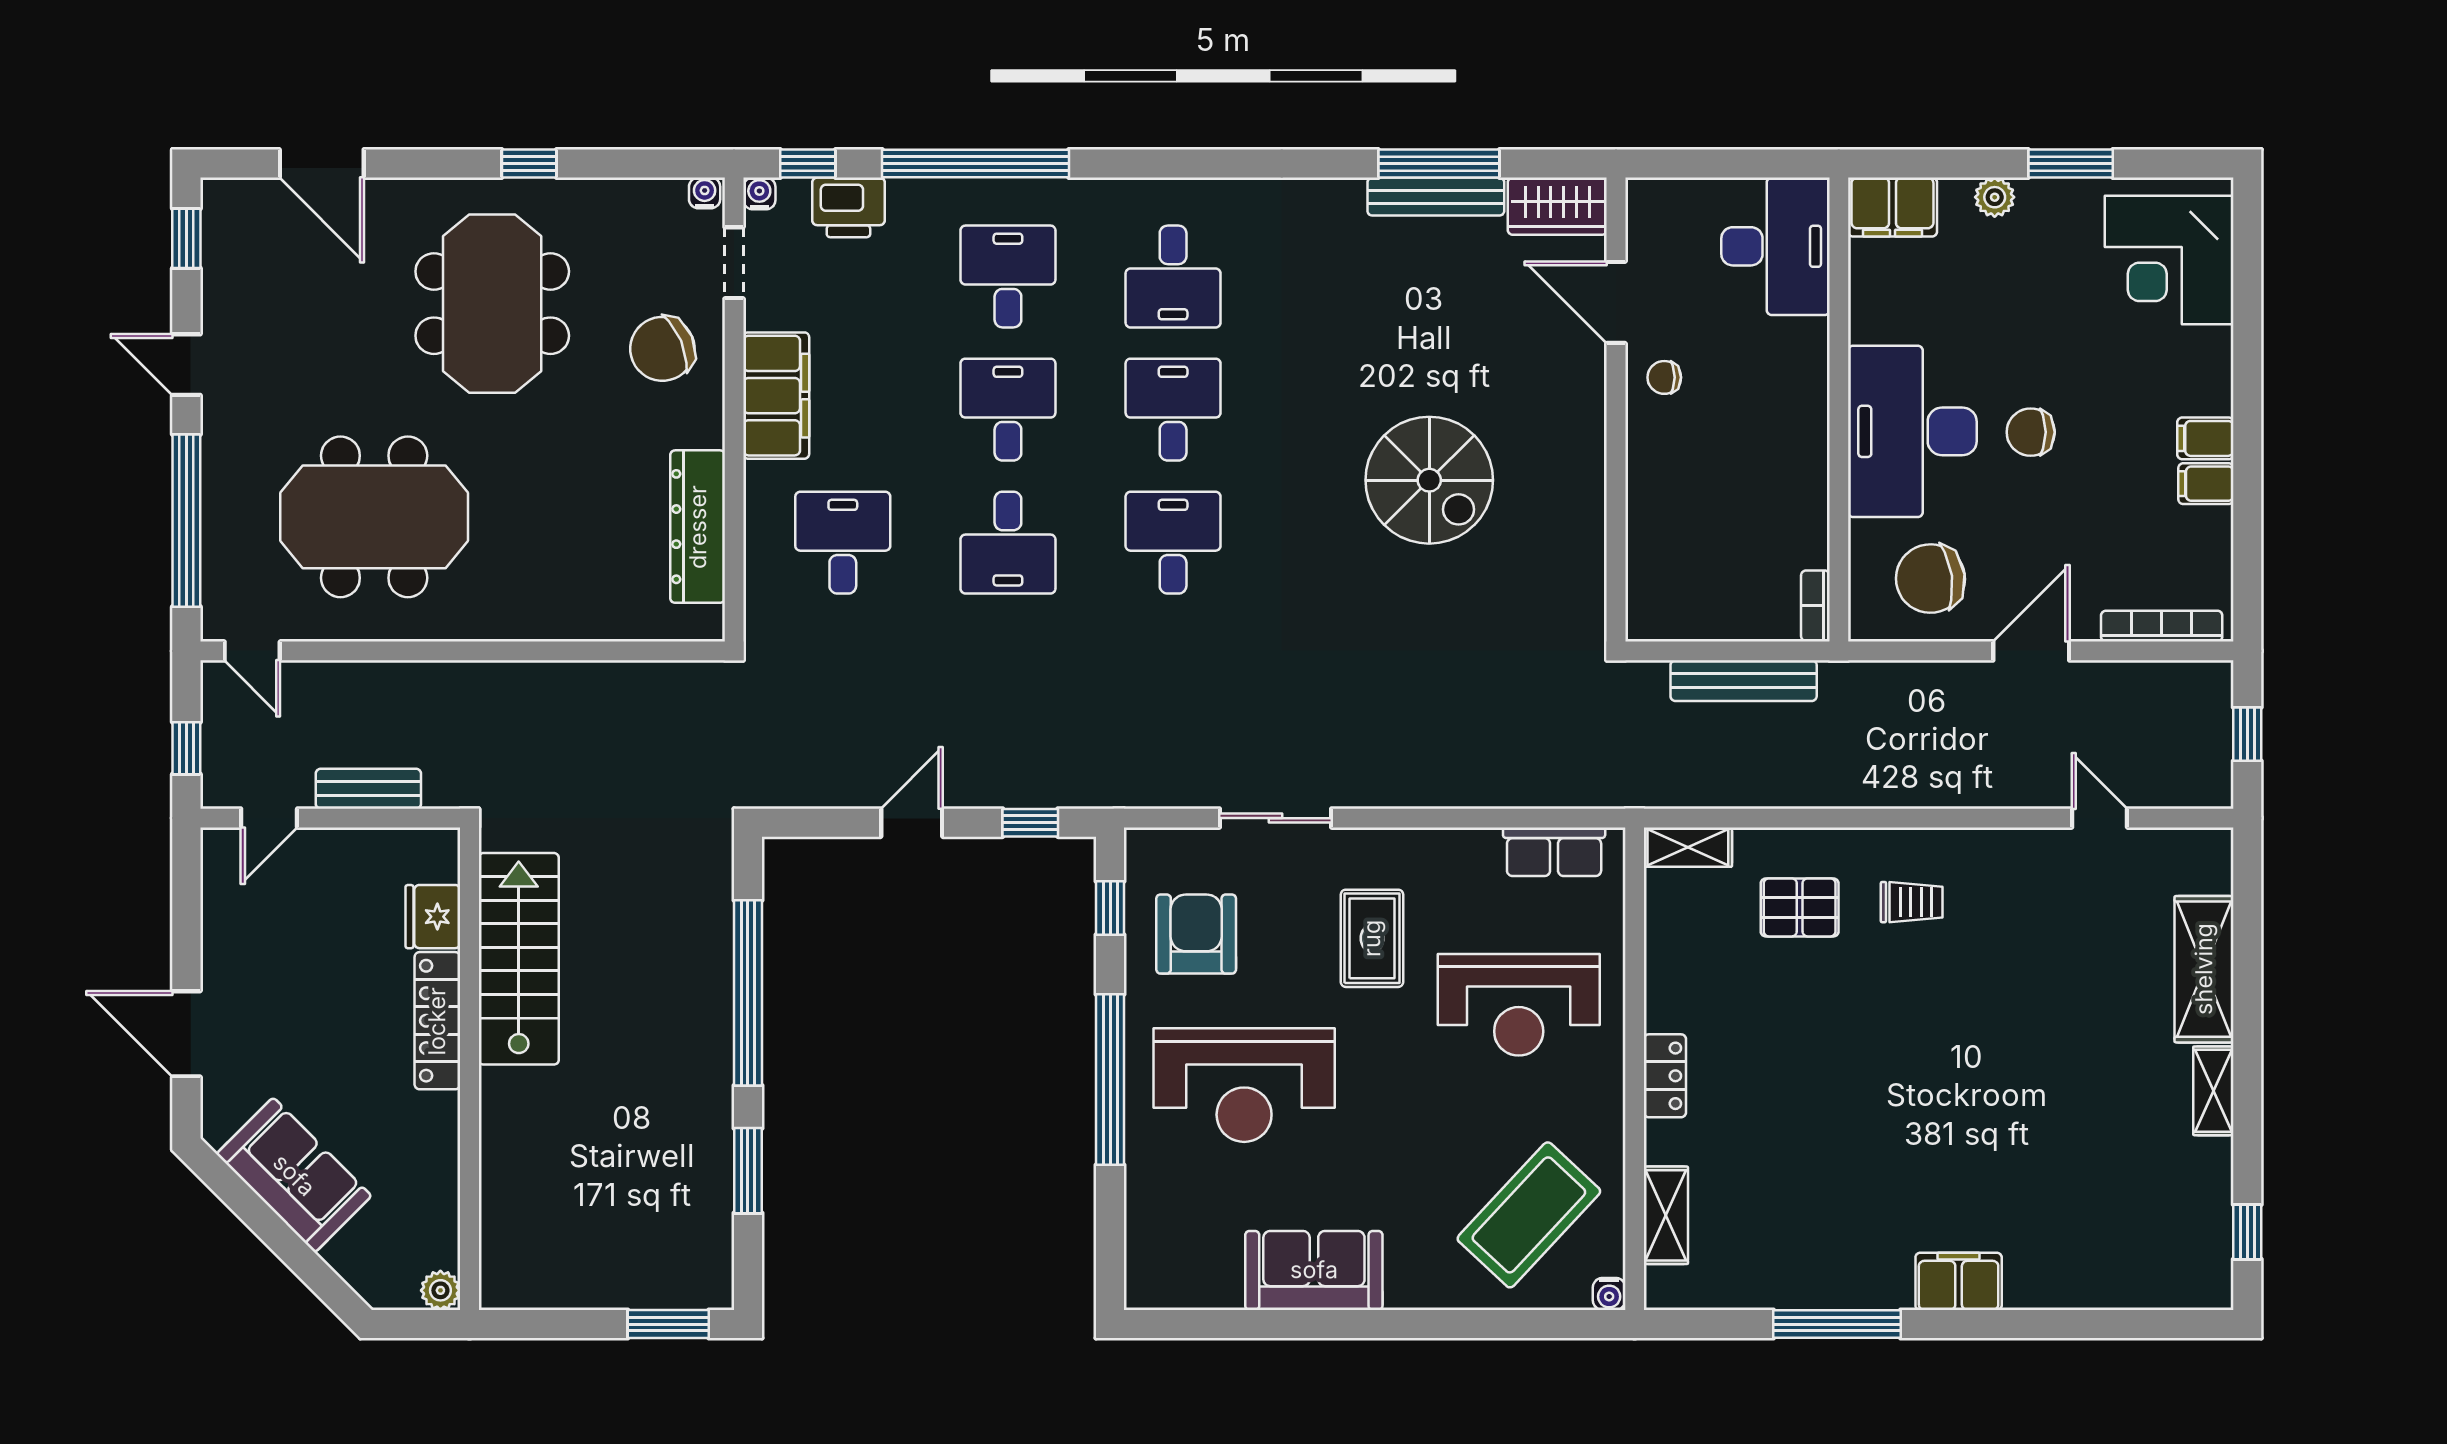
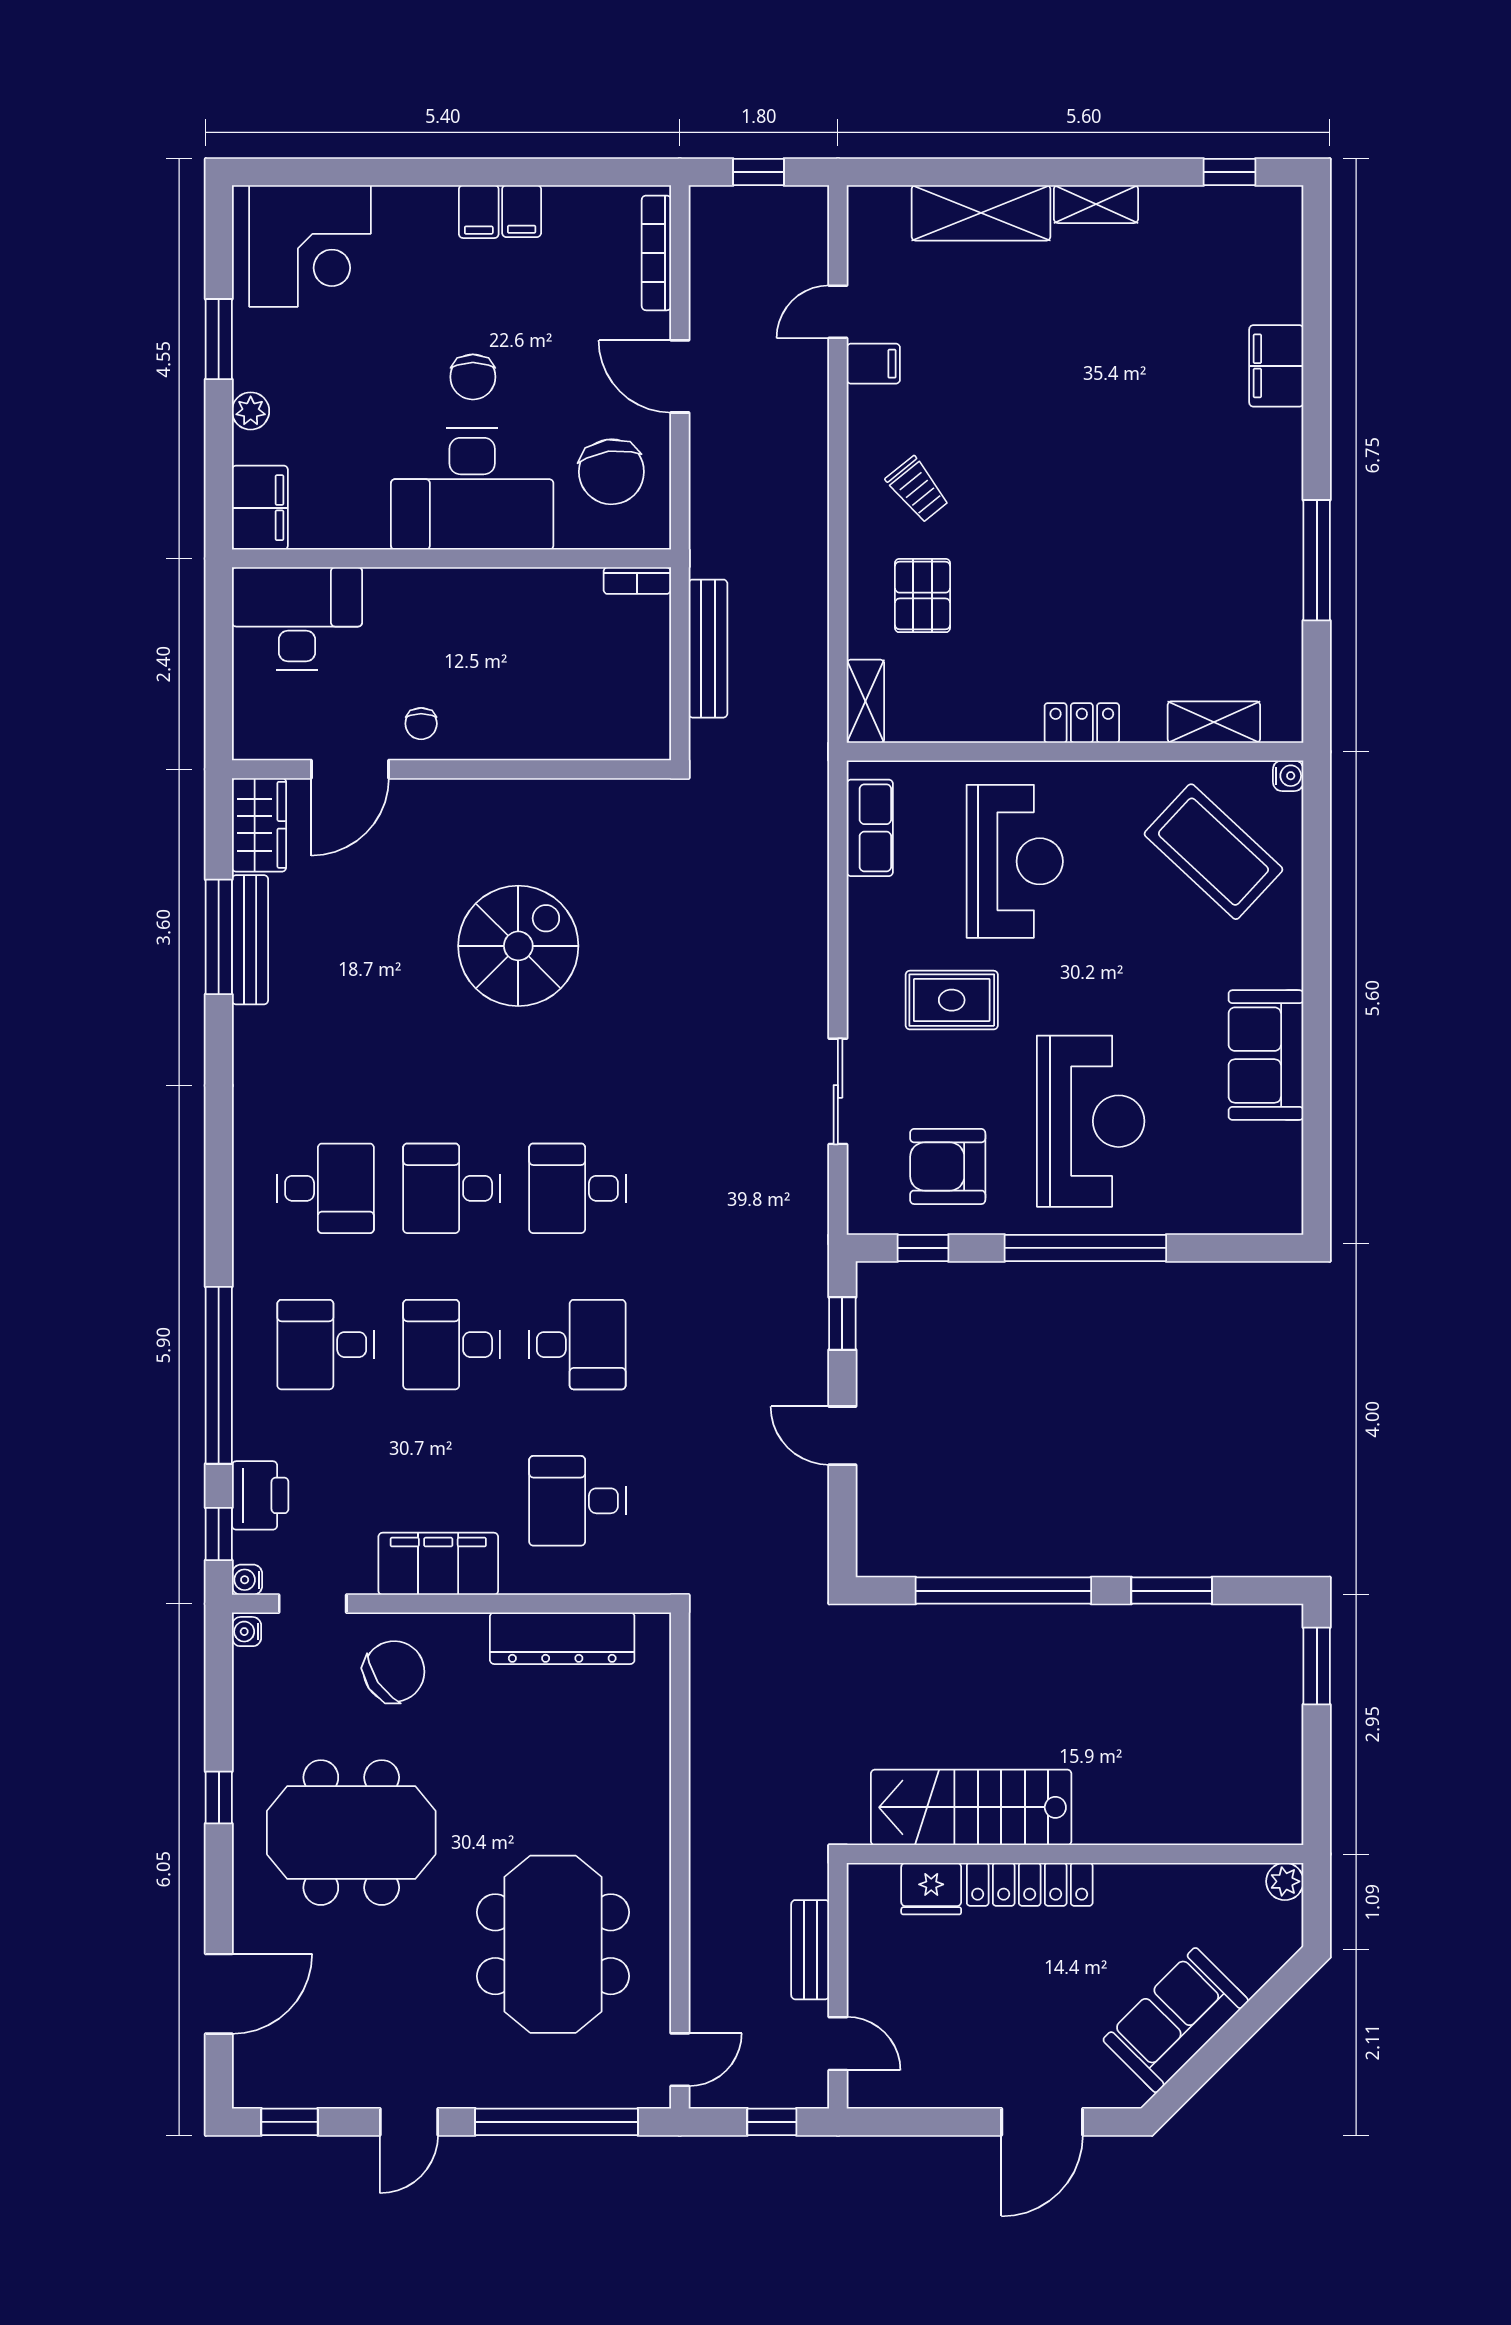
chair: (662, 349) -> (394, 1671), turned -101
filing cabinet: (2045, 855) -> (873, 364), added
trolley: (1912, 902) -> (917, 490), turned 141
filing cabinet: (1959, 1281) -> (1276, 366), moved

